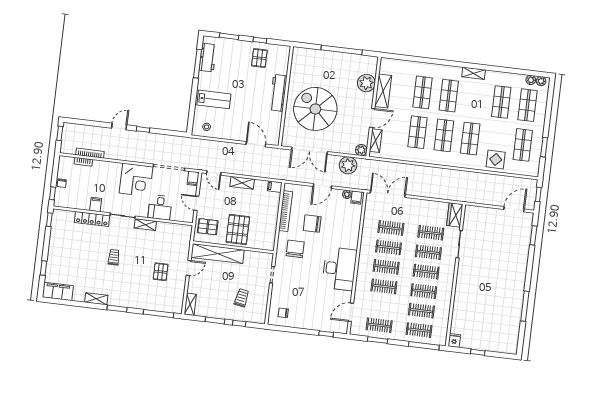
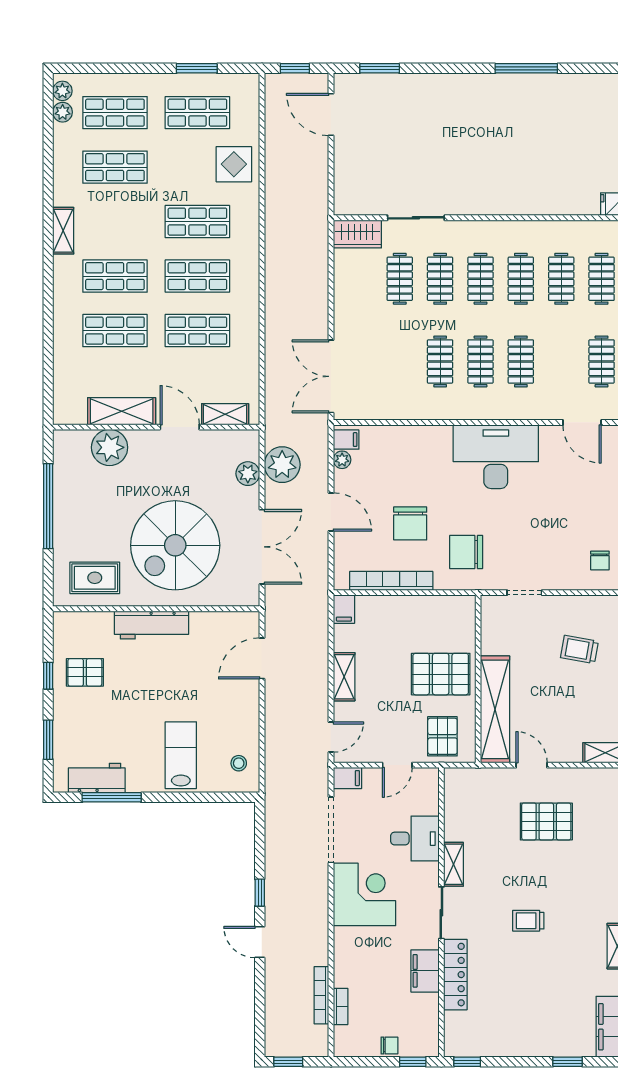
rug: (304, 68) -> (95, 578), added
plant: (361, 150) -> (248, 474), moved
filing cabinet: (96, 205) -> (425, 971), width x2.00
clothes rail: (391, 228) -> (400, 361), removed
pallet: (161, 272) -> (546, 821), width x1.50, depth x1.42

